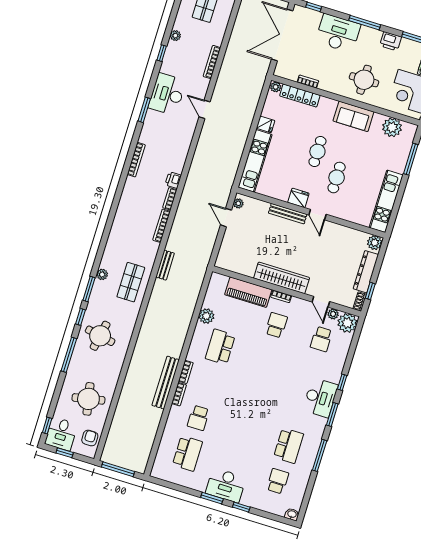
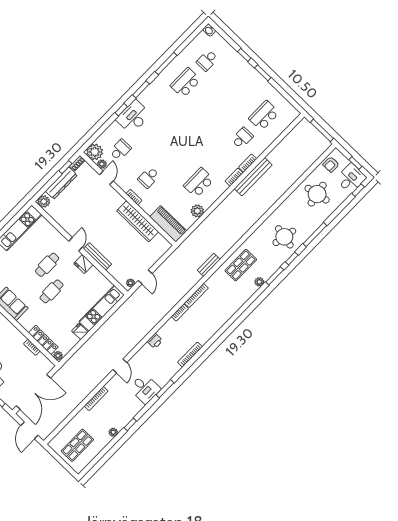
desk: (167, 94) -> (145, 389), width x0.73
printer: (173, 180) -> (155, 341), moved
wardrobe: (282, 278) -> (138, 221), moved
piano: (248, 292) -> (168, 224), moved
school desk: (220, 347) -> (199, 183), turned 180
desk: (320, 398) -> (133, 117), moved
desk: (226, 485) -> (248, 77), removed

